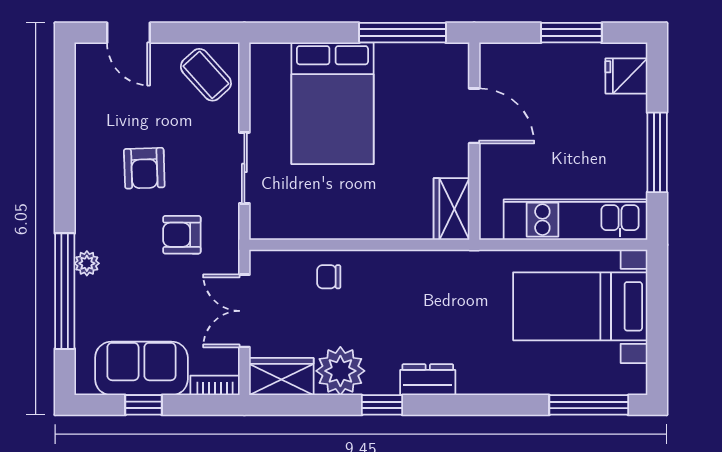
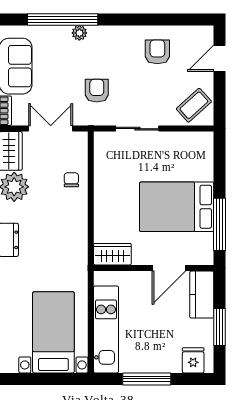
kitchen counter: (518, 62) -> (202, 295), added
bed: (332, 103) -> (177, 207), moved
armchair: (144, 168) -> (157, 52), moved, turned 92

